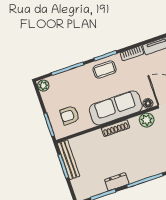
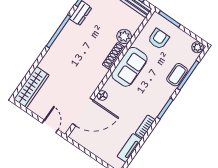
coffee table: (105, 69) -> (177, 75), moved
sofa: (116, 108) -> (129, 67), width x0.73
plant: (147, 120) -> (124, 36), moved

